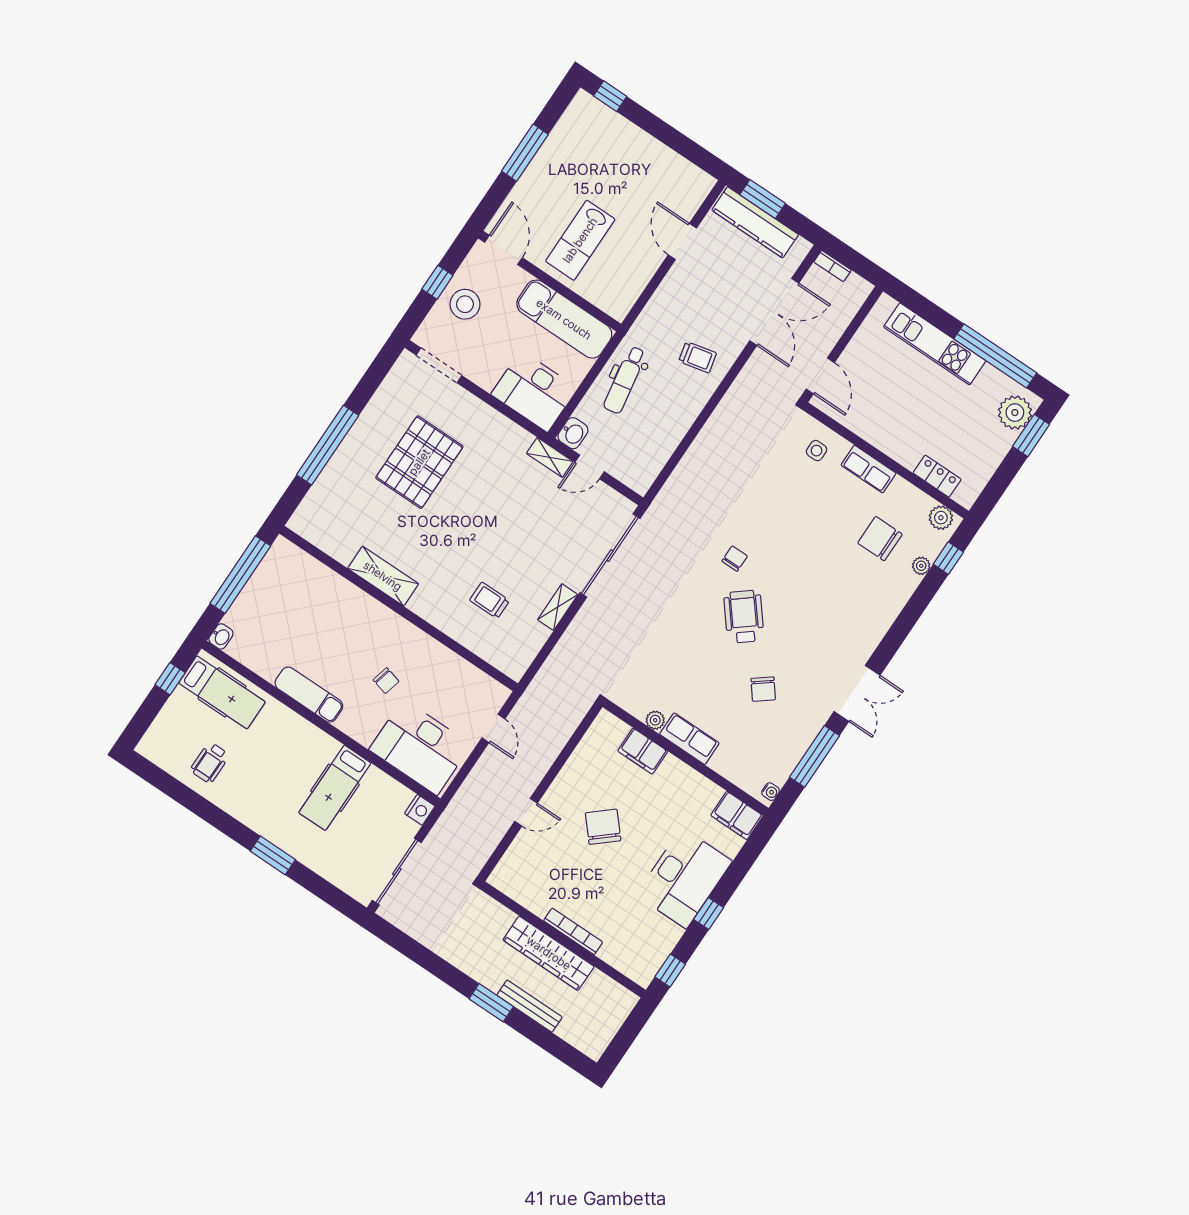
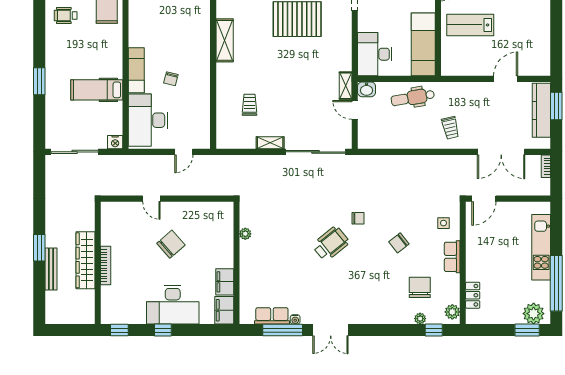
chair: (763, 689) -> (399, 243), moved
exam couch: (309, 695) -> (136, 70), moved
row of seats: (689, 739) -> (272, 316), moved, turned -90
filing cabinet: (643, 751) -> (225, 282), moved
water cooler: (771, 792) -> (295, 319), moved

